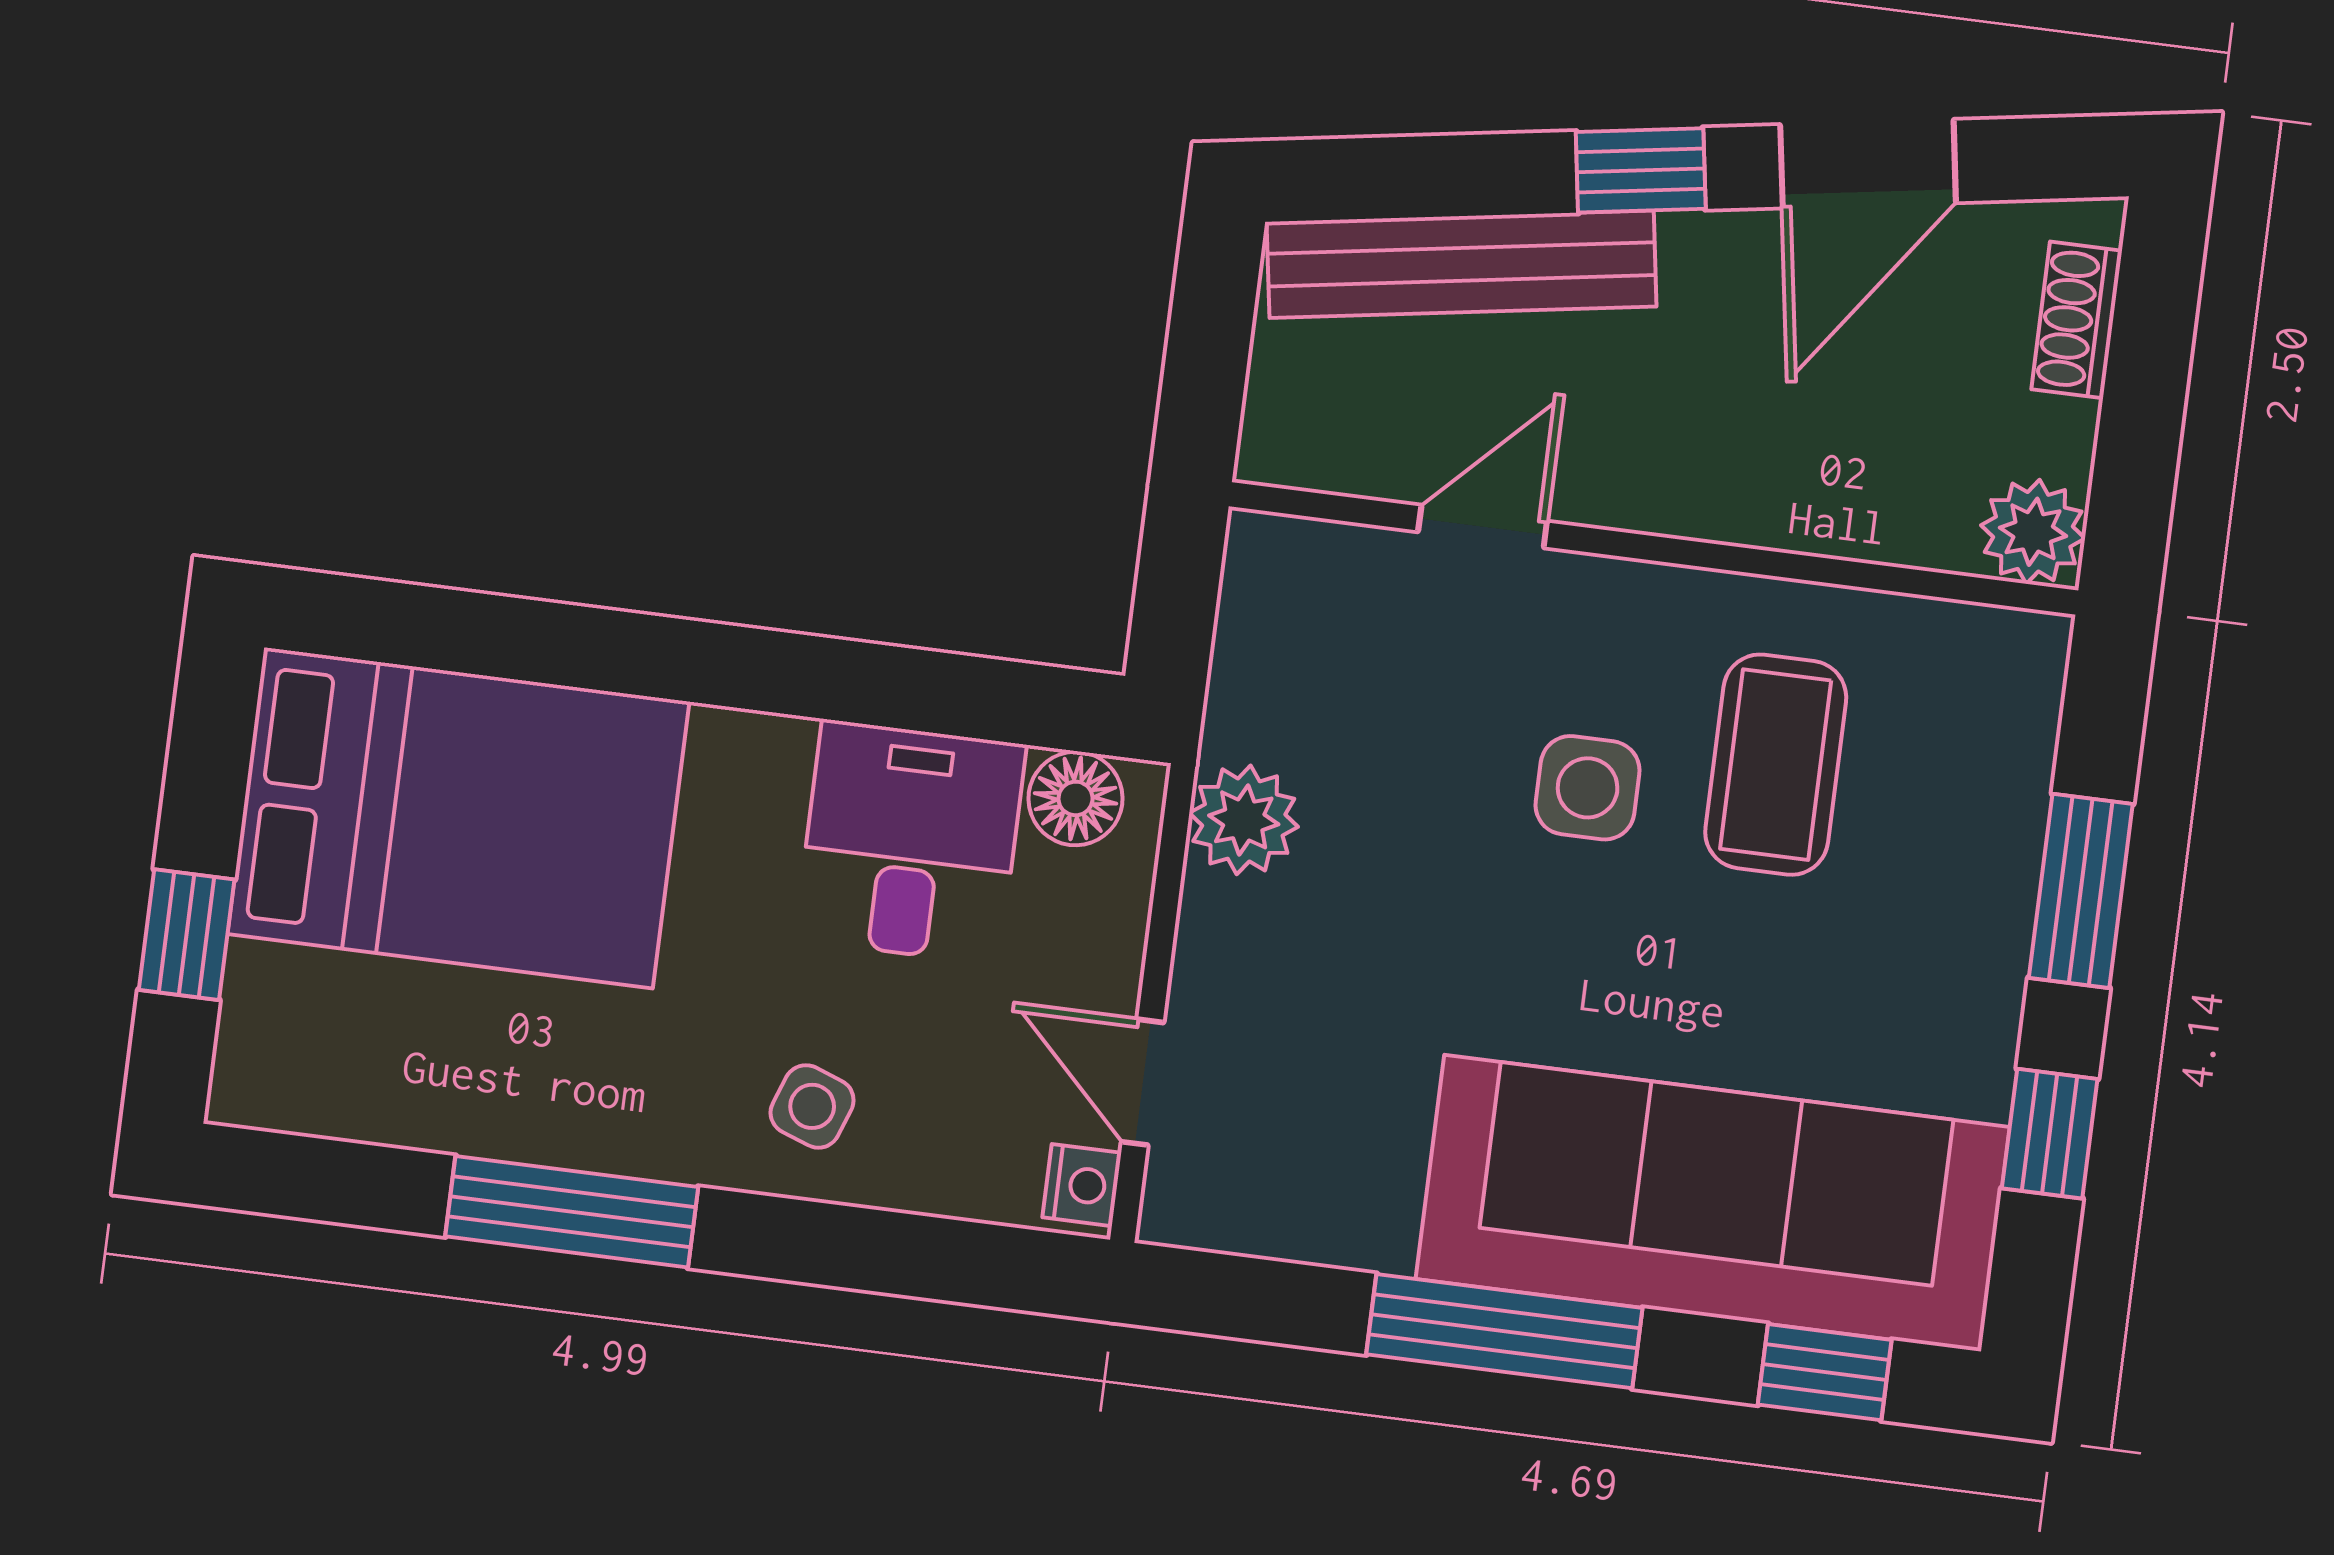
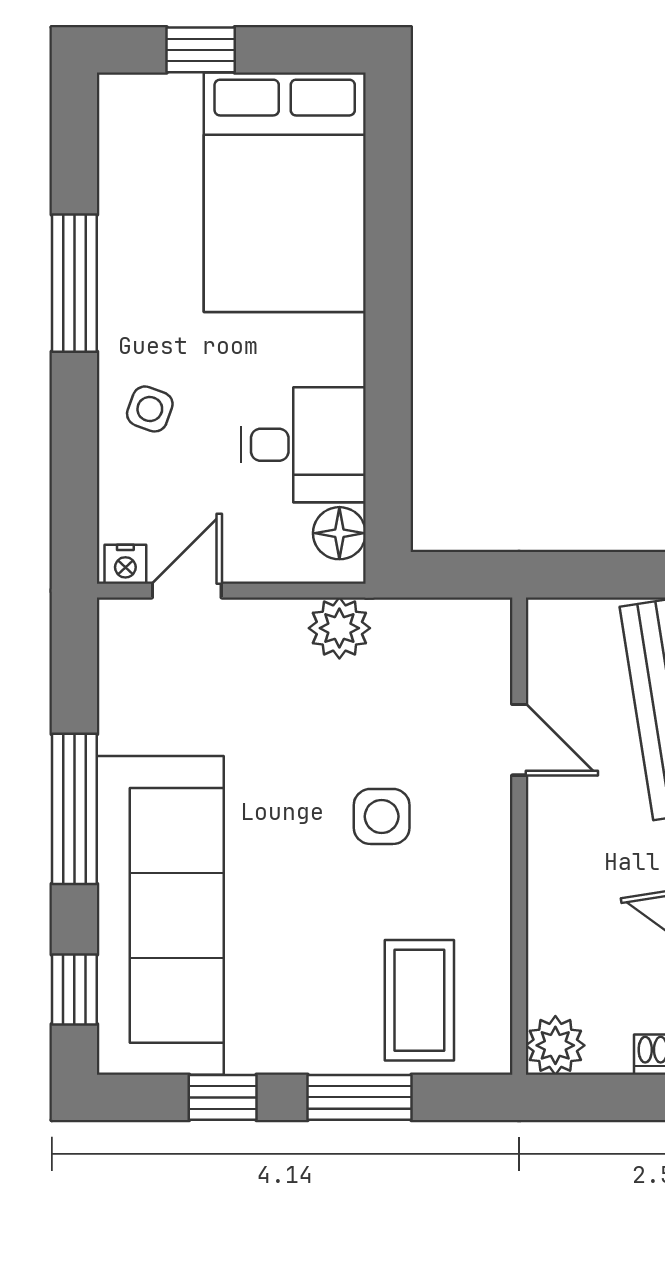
coffee table: (1776, 765) -> (419, 1000), moved, turned 90

